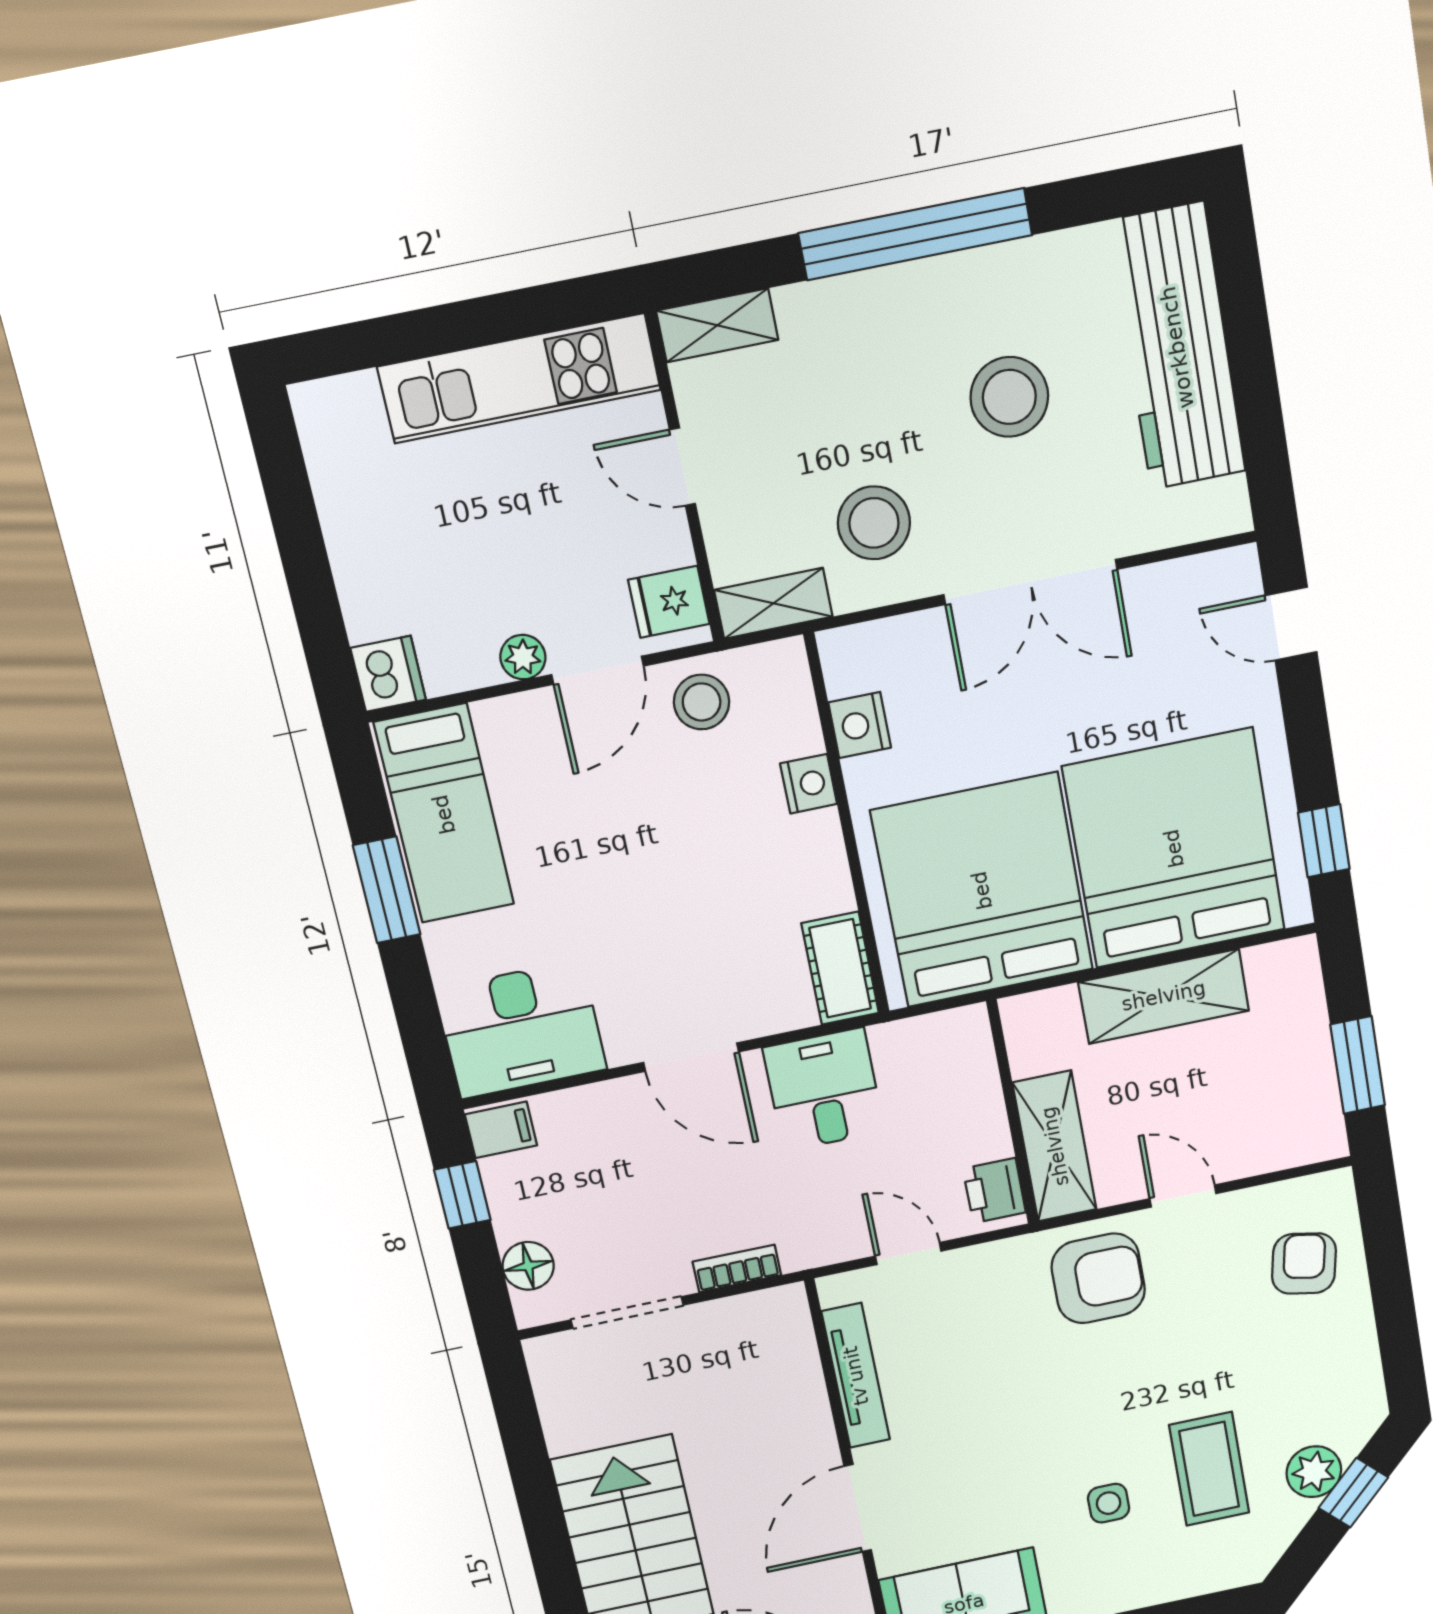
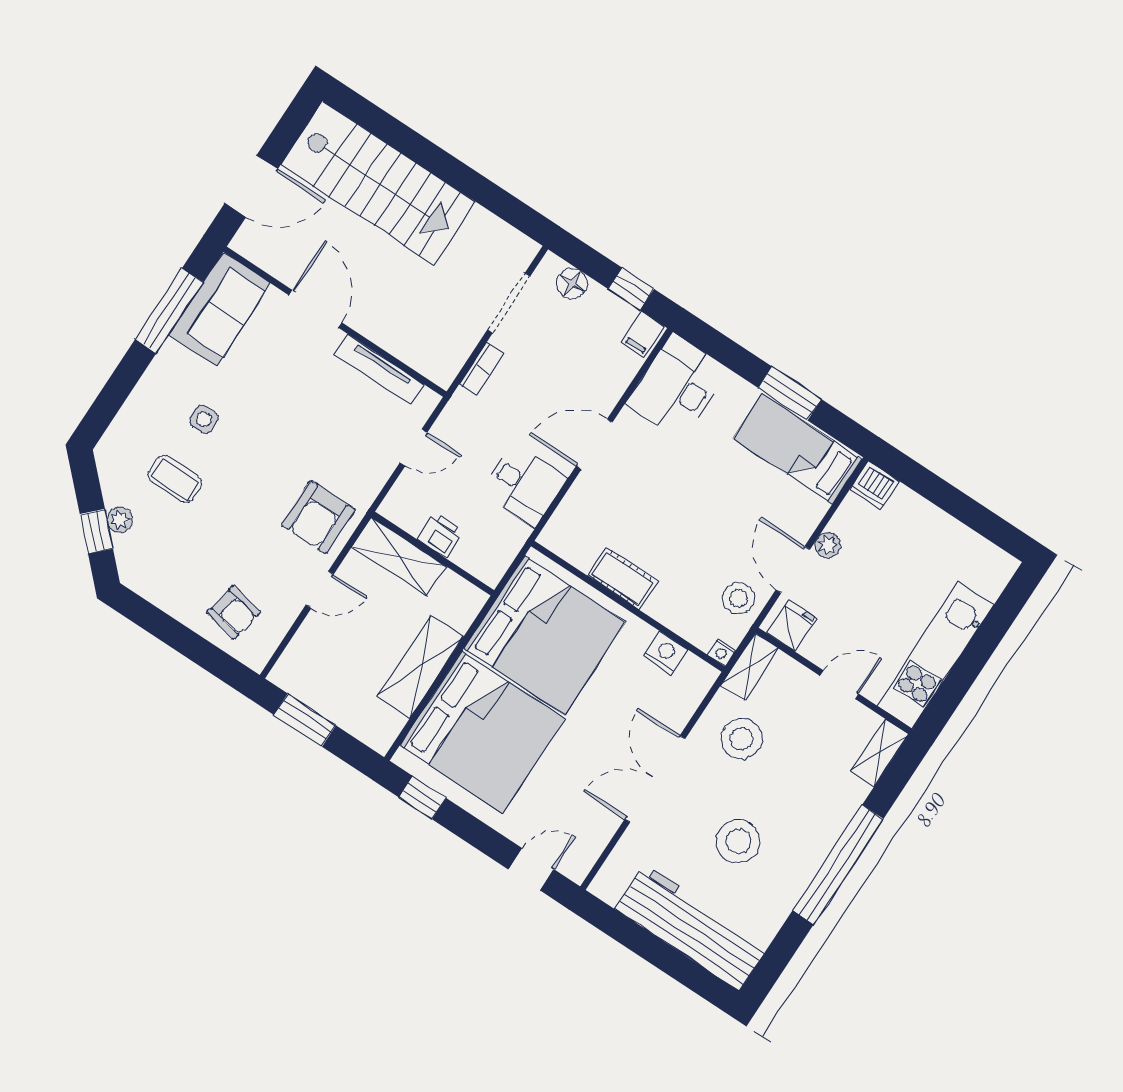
nightstand: (809, 784) -> (722, 652), moved, width x0.72, depth x0.74
cot: (840, 968) -> (623, 578), moved
printer: (994, 1191) -> (441, 535), moved
coffee table: (1209, 1469) -> (175, 479), width x0.73, depth x0.77
plant: (1314, 1472) -> (120, 520), width x0.73, depth x0.73

